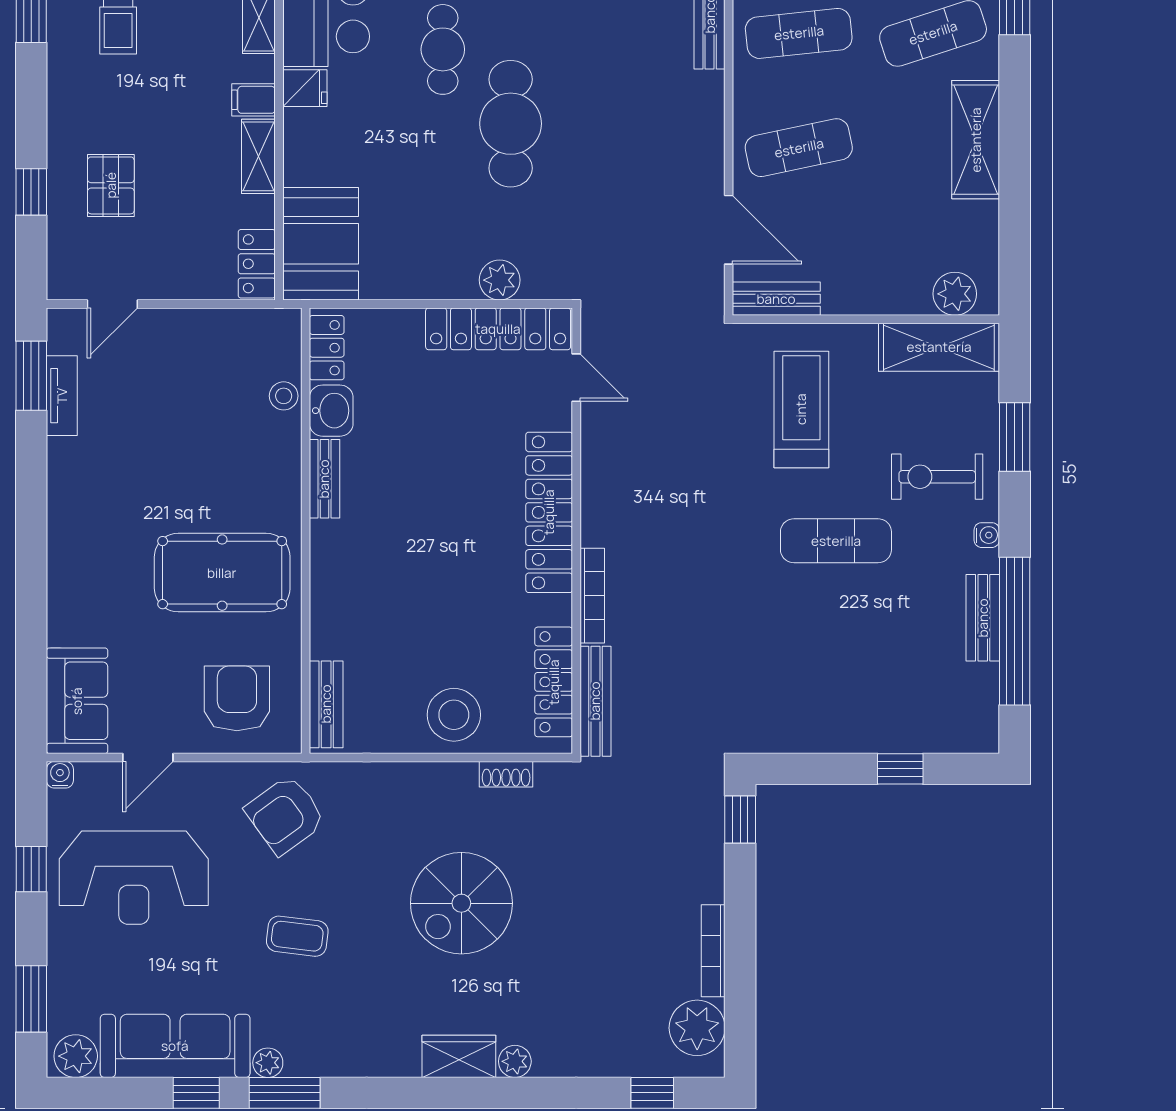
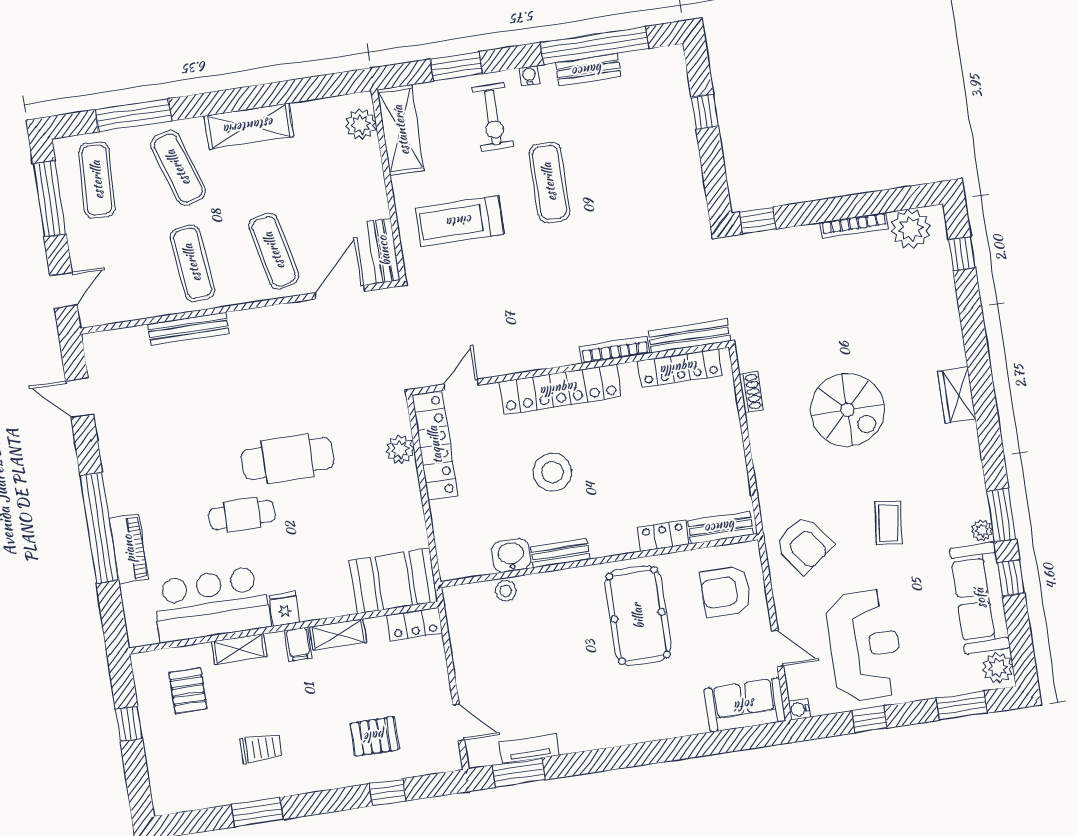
locker: (327, 348) -> (663, 536), moved
stool: (454, 715) -> (552, 472), moved
plant: (515, 1061) -> (954, 355), removed

